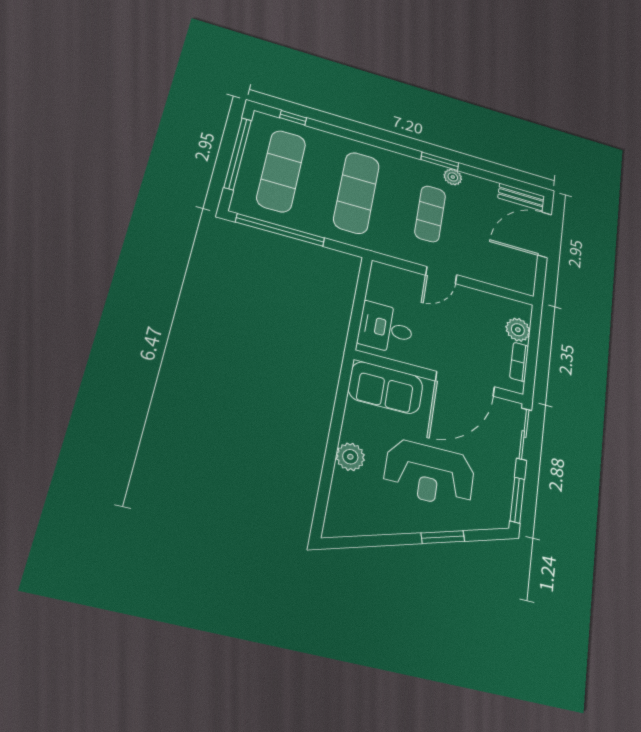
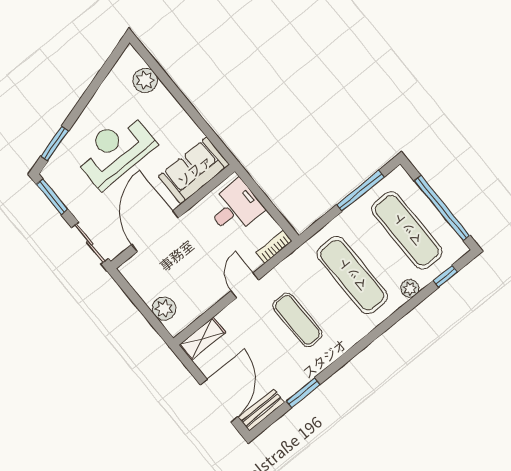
window: (440, 161) -> (303, 393), moved
plant: (453, 177) -> (410, 288), moved
window: (280, 230) -> (360, 191), width x0.68
shelving: (512, 281) -> (202, 339), added
bookcase: (519, 362) -> (274, 247), moved, turned -90
plant: (350, 457) -> (145, 80), moved
window: (443, 537) -> (55, 144), moved

